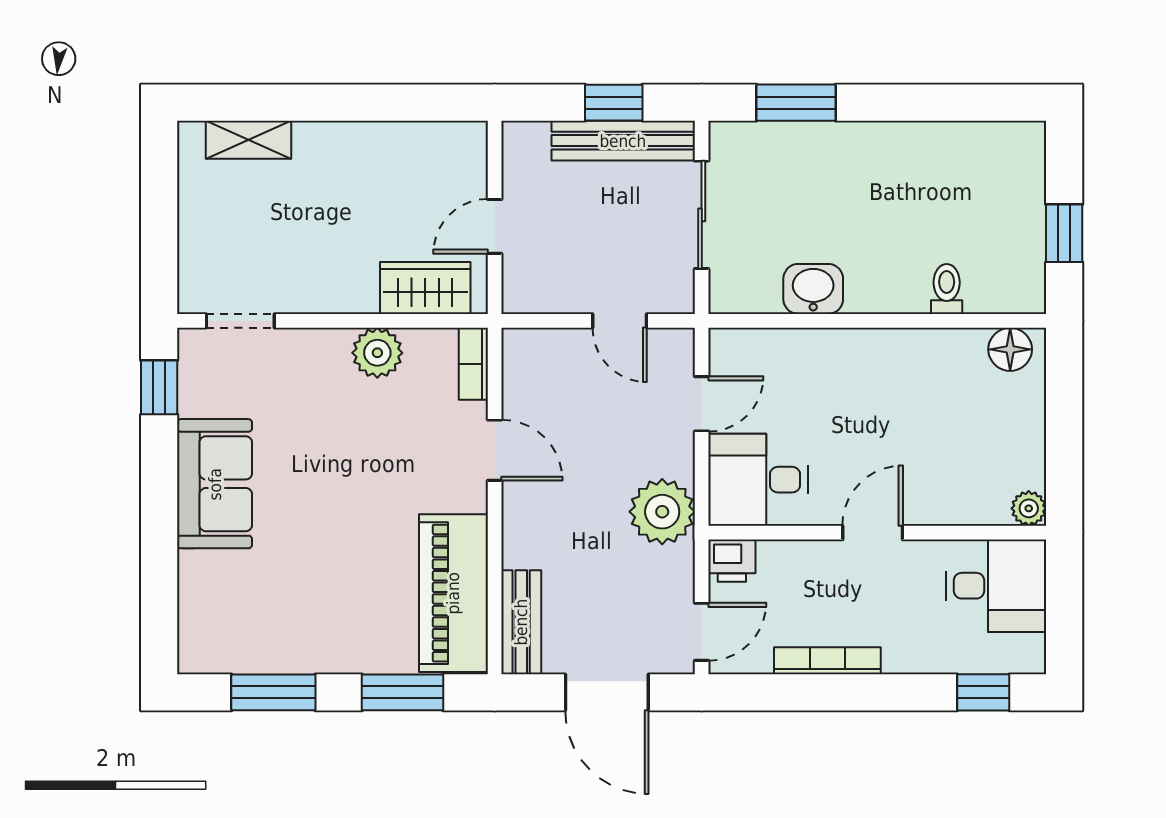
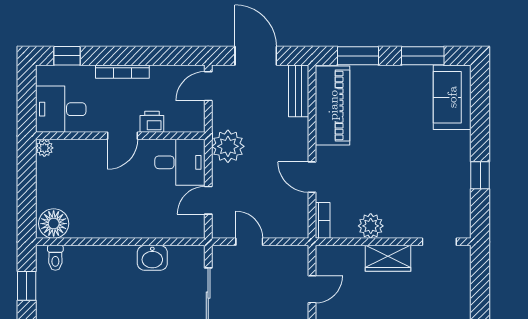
wardrobe: (425, 288) -> (388, 258), moved
toilet: (947, 289) -> (55, 258), moved
floor lamp: (1010, 349) -> (54, 224), width x1.38, depth x1.38
window: (159, 387) -> (480, 175), moved
sofa: (215, 484) -> (452, 97), moved
printer: (732, 561) -> (152, 122), moved
bookcase: (827, 661) -> (122, 72), moved

